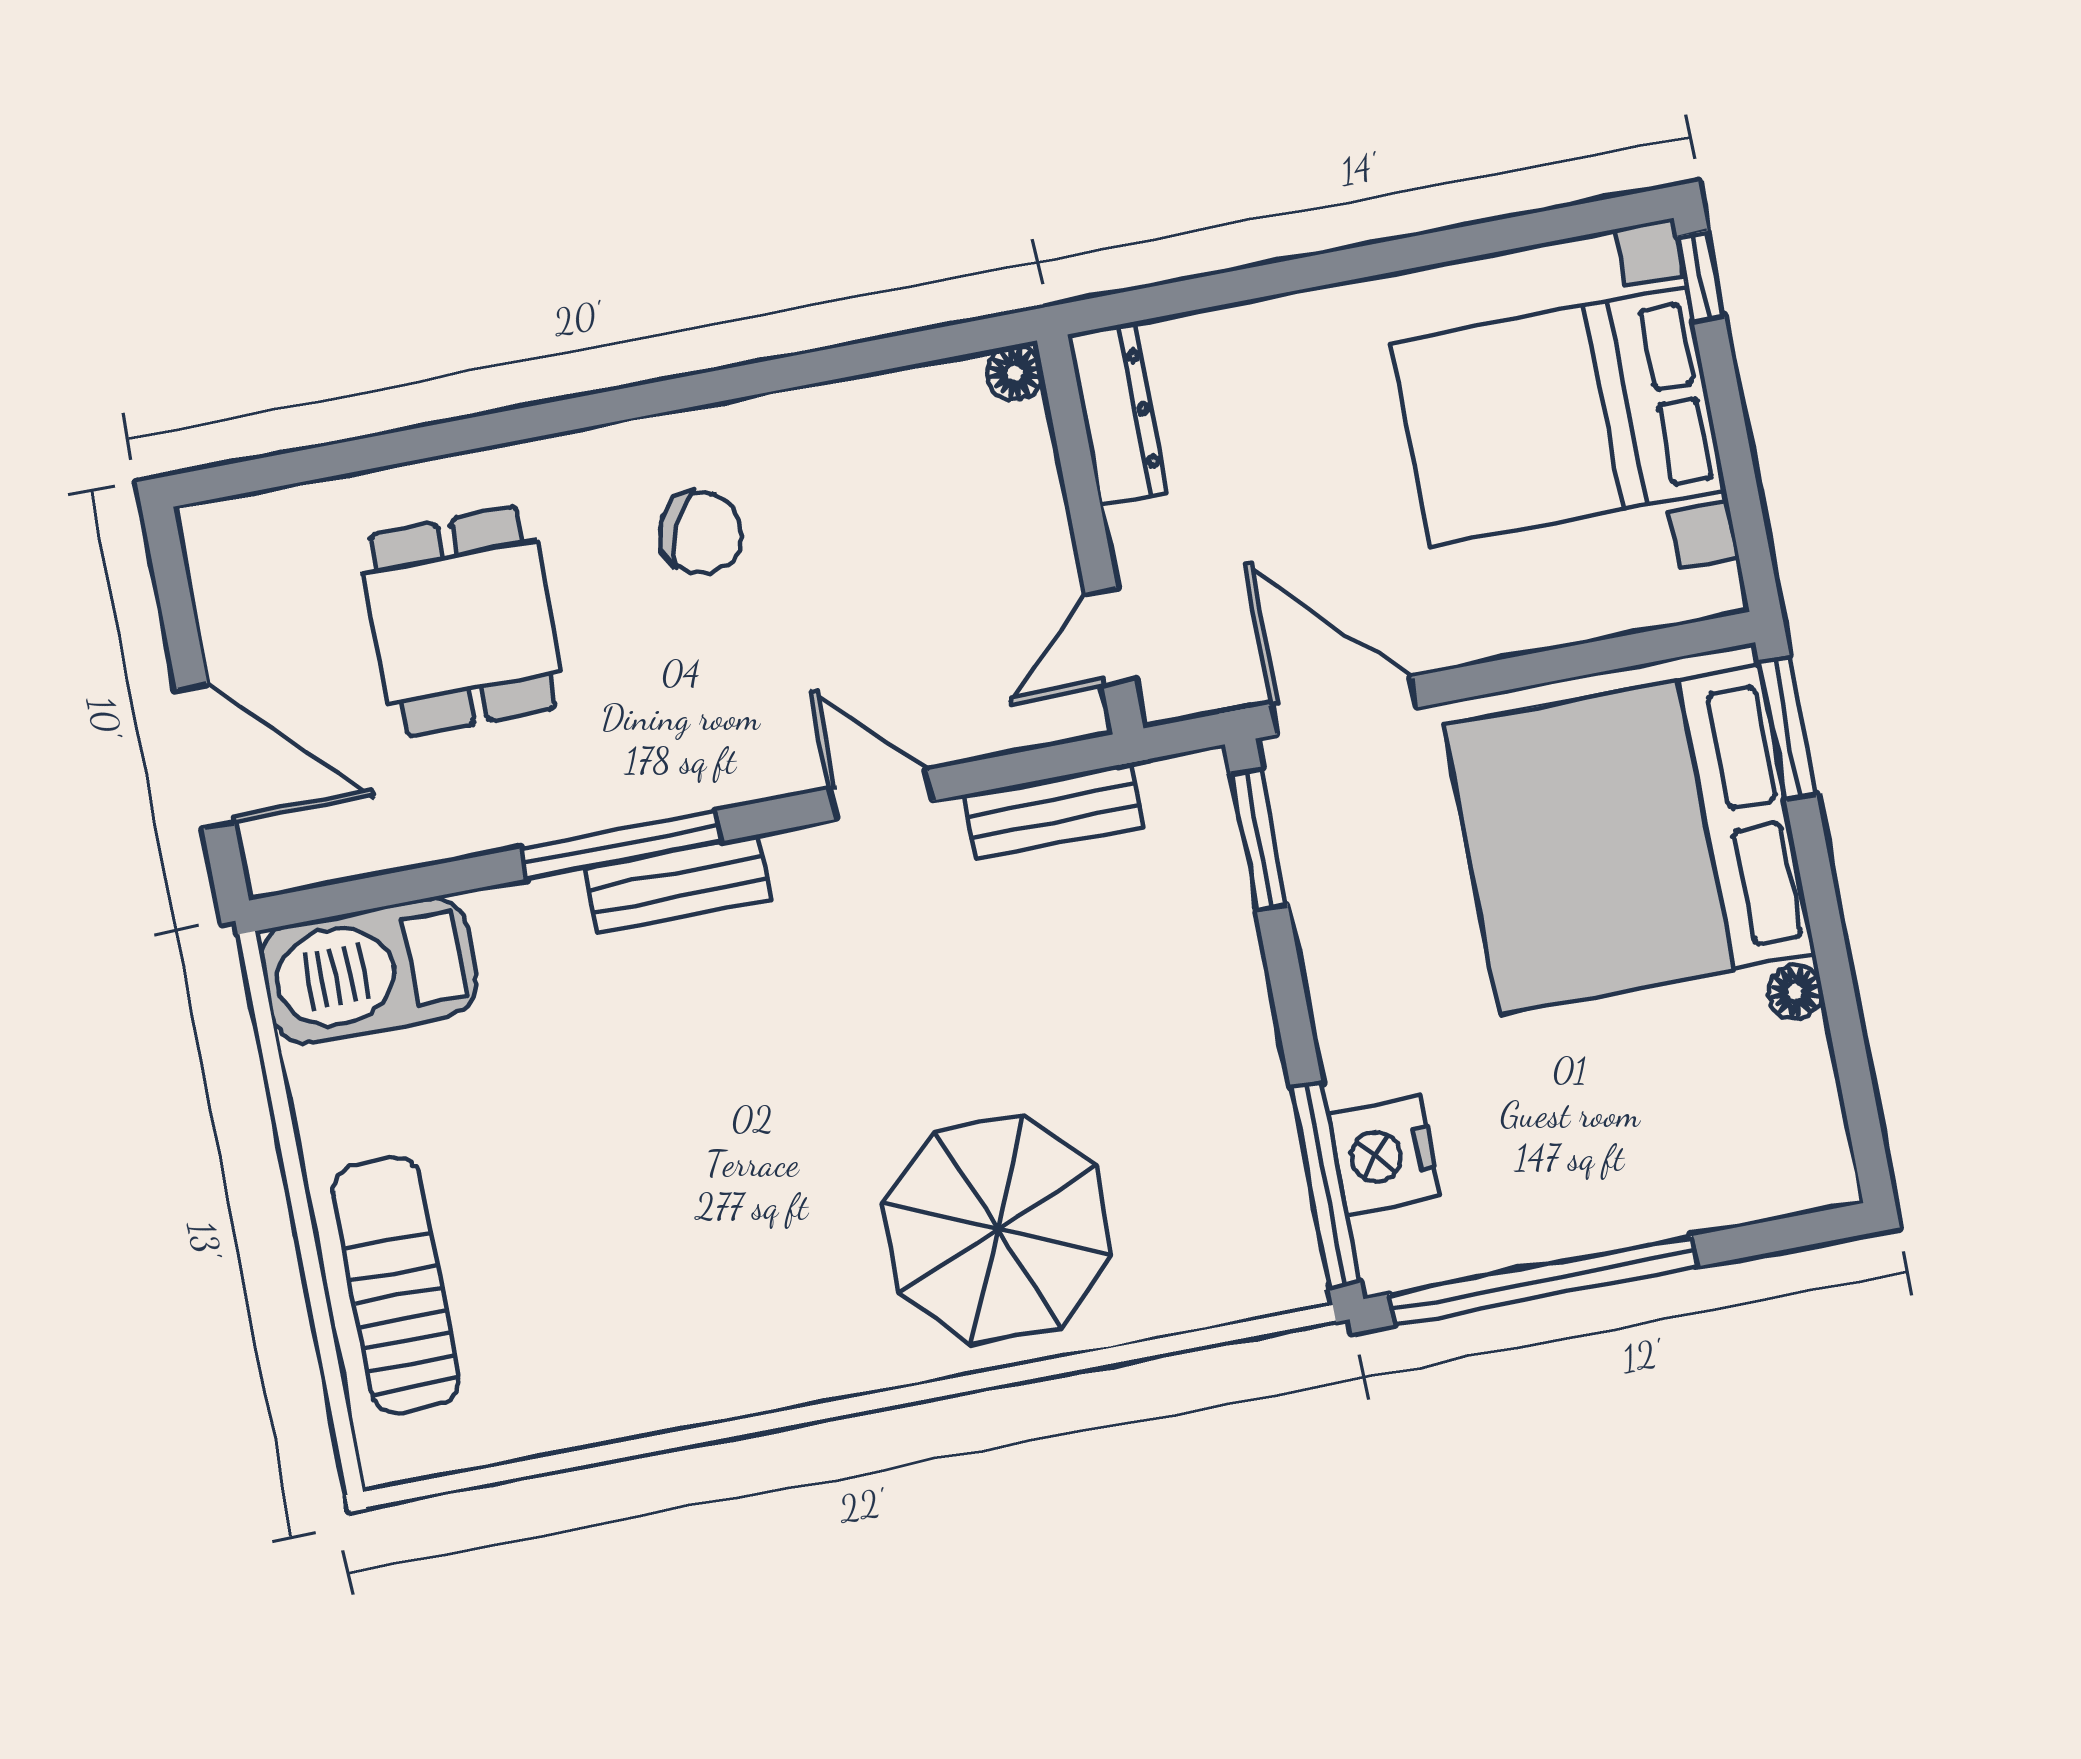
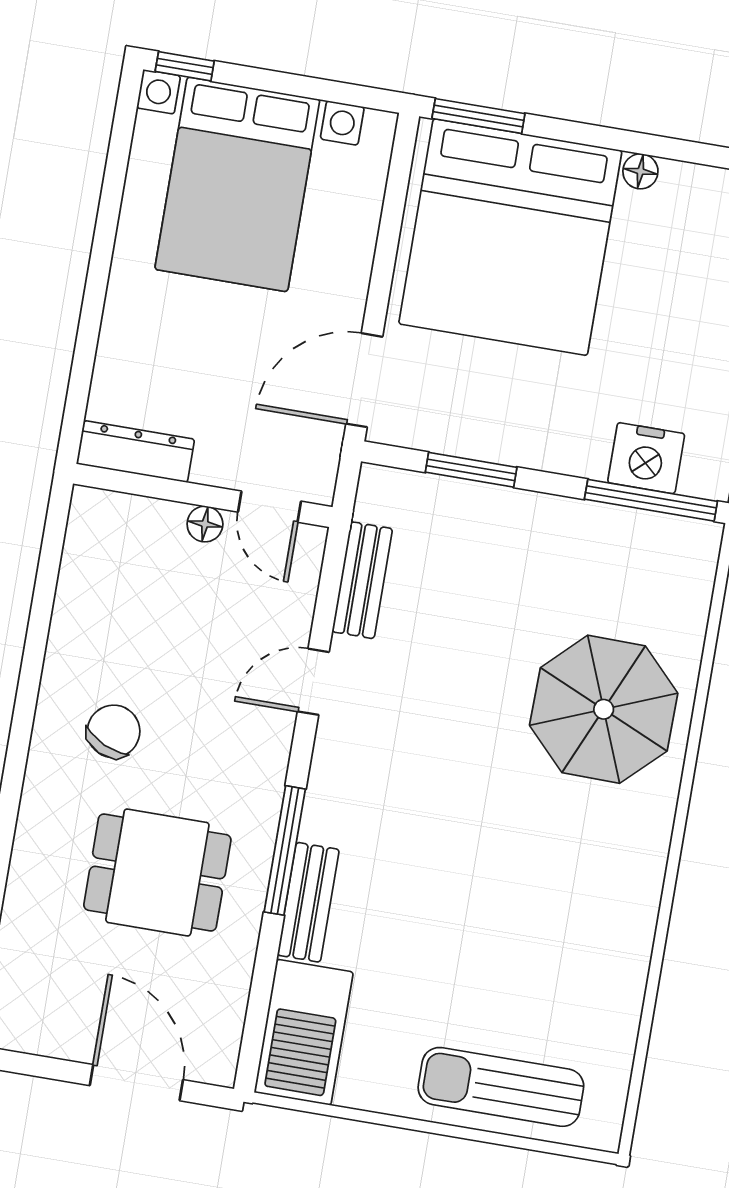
floor lamp: (1015, 373) -> (205, 524), moved
dining table: (462, 622) -> (157, 872), moved
door: (205, 756) -> (136, 1083), hinge flipped
window: (1259, 840) -> (471, 470), moved
bench: (678, 884) -> (308, 902), moved

